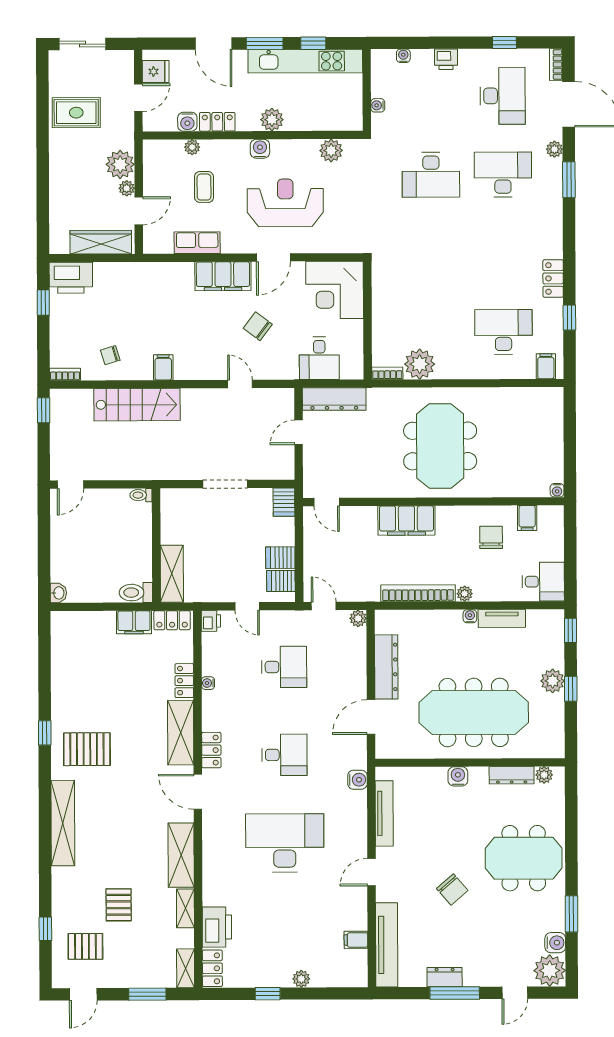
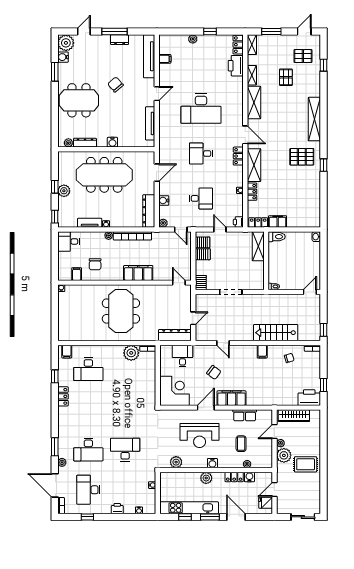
rug: (76, 113) -> (306, 464), moved
desk: (284, 667) -> (201, 198), turned 180
dresser: (386, 667) -> (149, 211), moved
water cooler: (357, 780) -> (164, 200), moved

